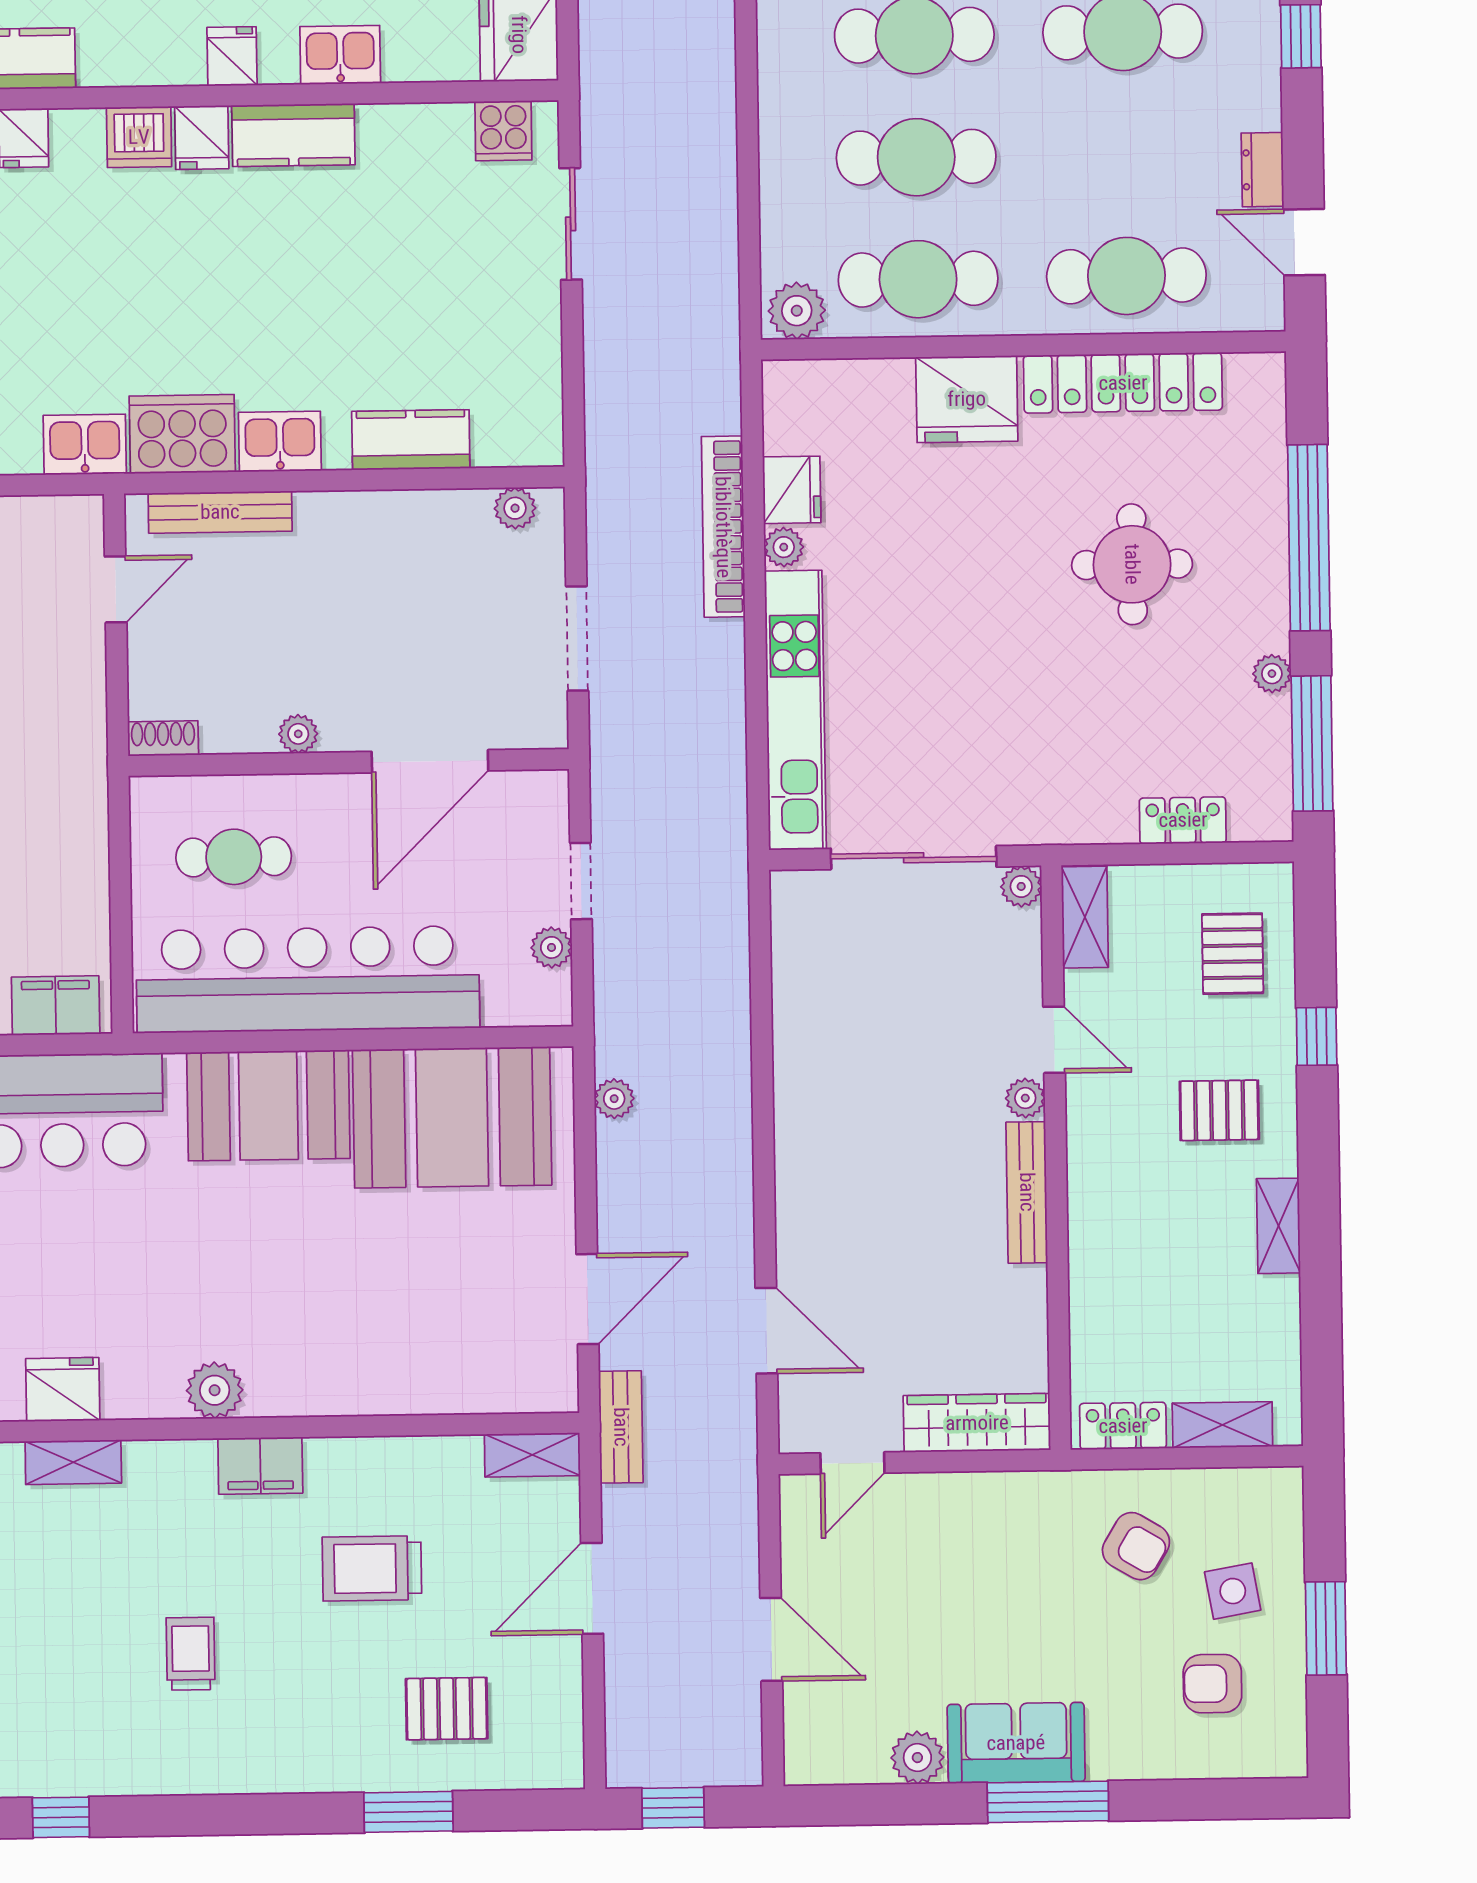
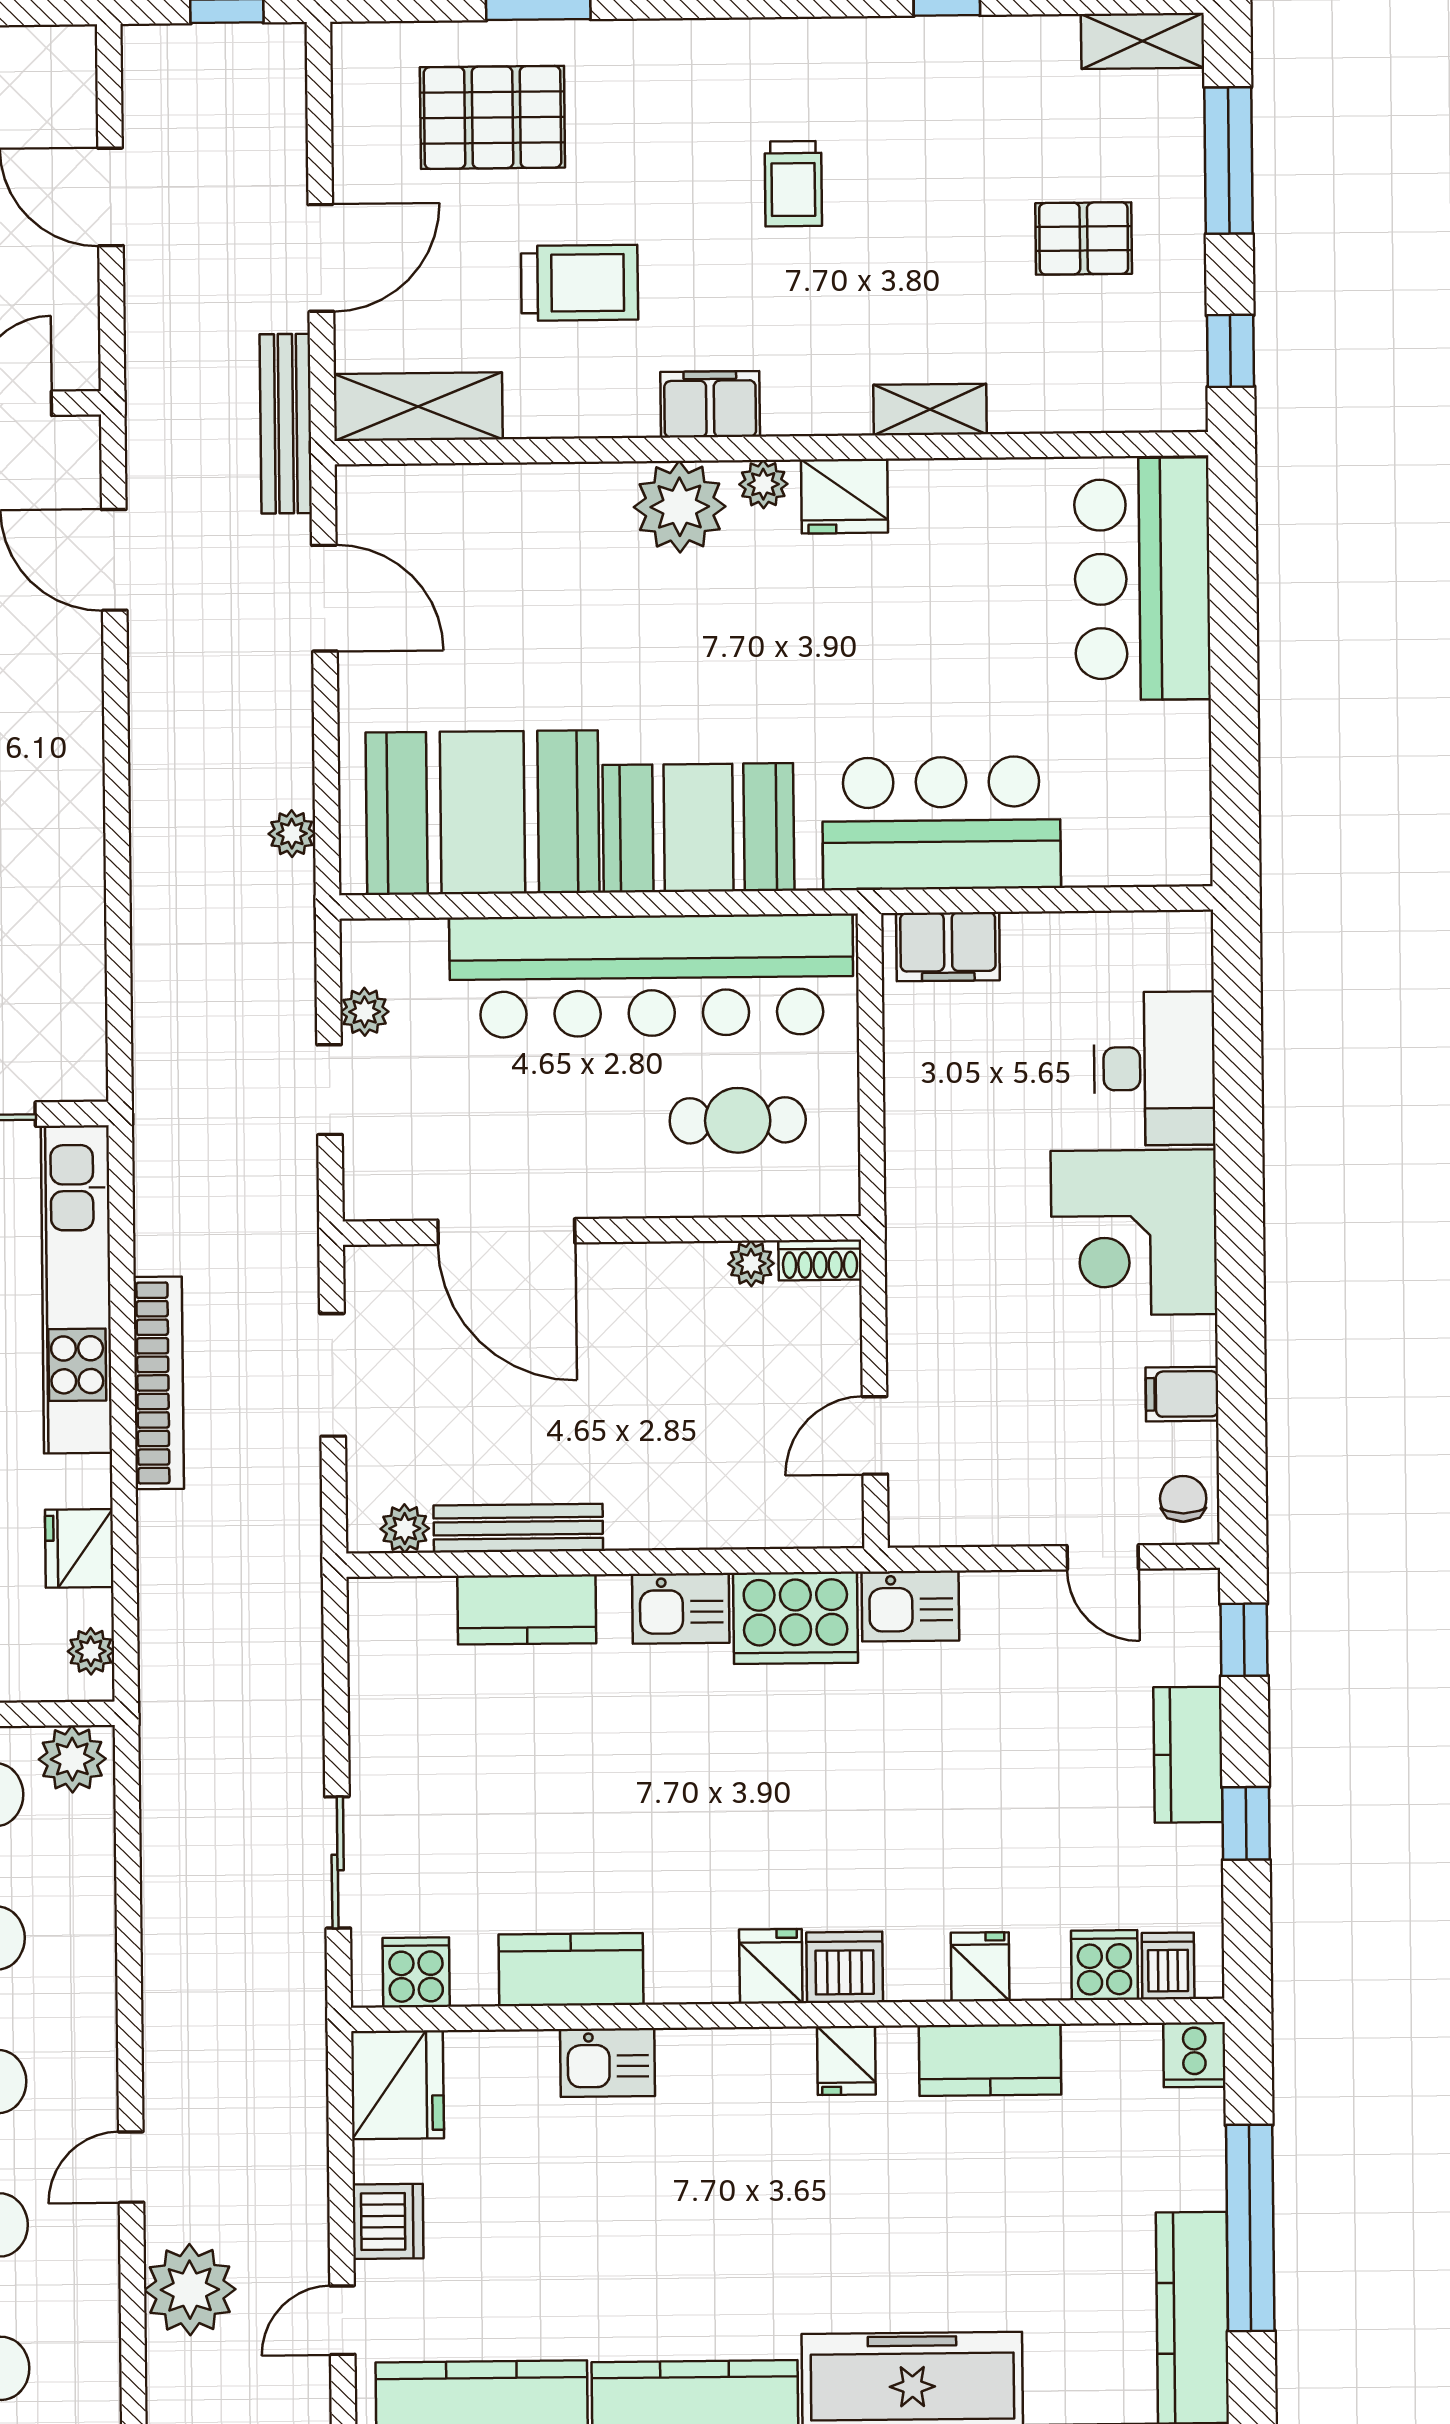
fridge: (232, 56) -> (846, 2060), moved
kitchen counter: (293, 135) -> (571, 1970), moved
bench: (220, 512) -> (518, 1528), moved
bookcase: (723, 527) -> (159, 1383), moved
plant: (784, 547) -> (91, 1651), moved
plant: (298, 734) -> (751, 1264), moved
door: (430, 761) -> (506, 1232), swing flipped
door: (587, 1299) -> (324, 598), swing flipped
plant: (286, 1378) -> (680, 507), added
fridge: (63, 1389) -> (844, 496), moved
plant: (215, 1390) -> (763, 484), width x0.73, depth x0.73
bench: (621, 1427) -> (286, 424), width x1.36
shelving: (532, 1455) -> (418, 407), width x1.50, depth x1.33
pallet: (447, 1709) -> (492, 117), width x1.50, depth x1.42

